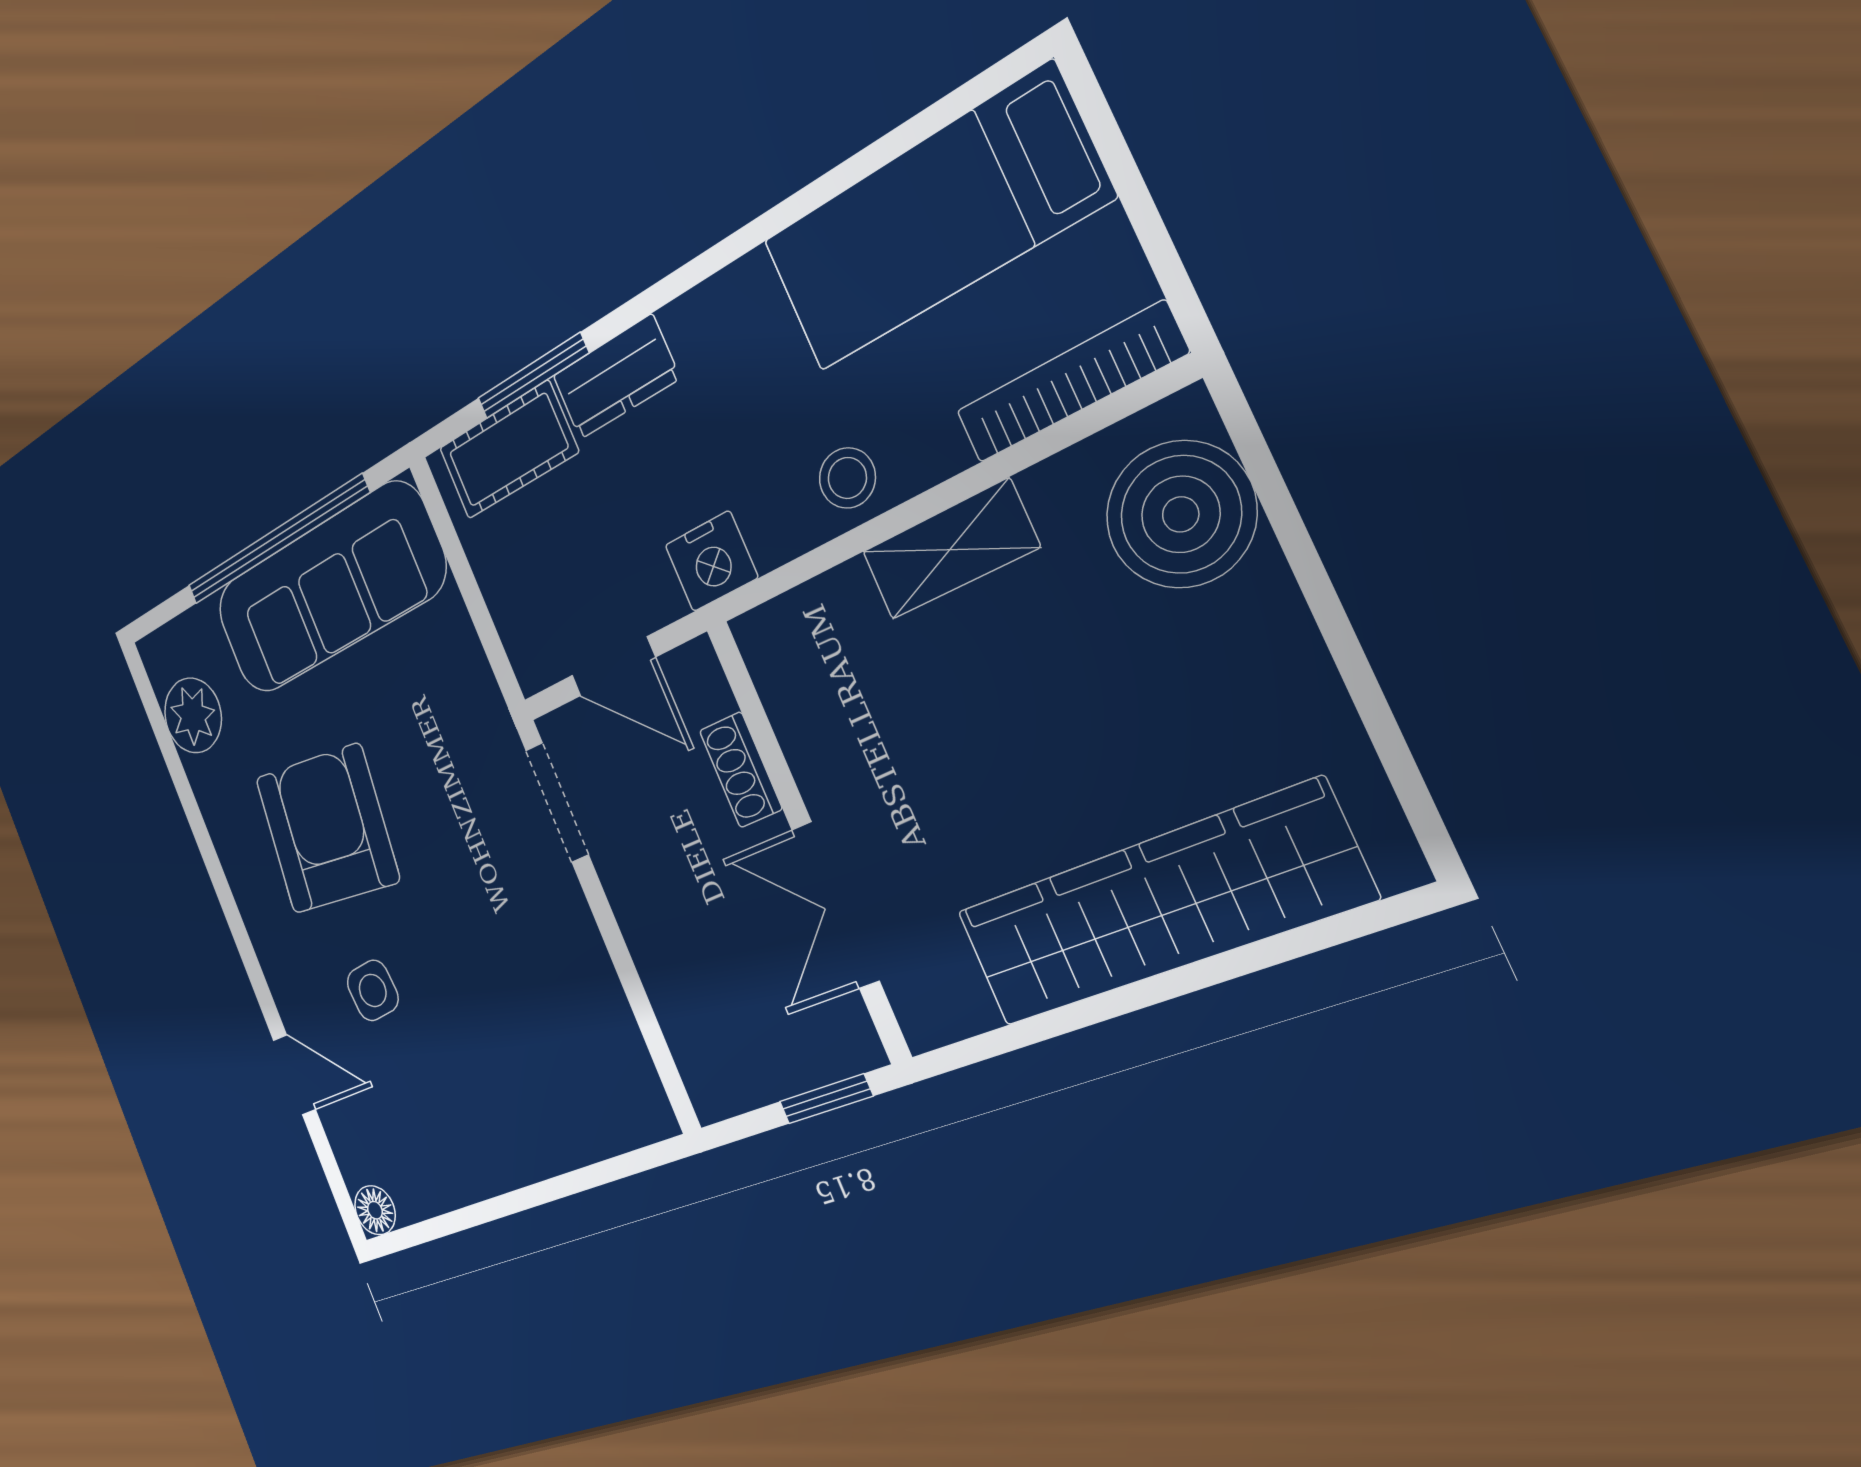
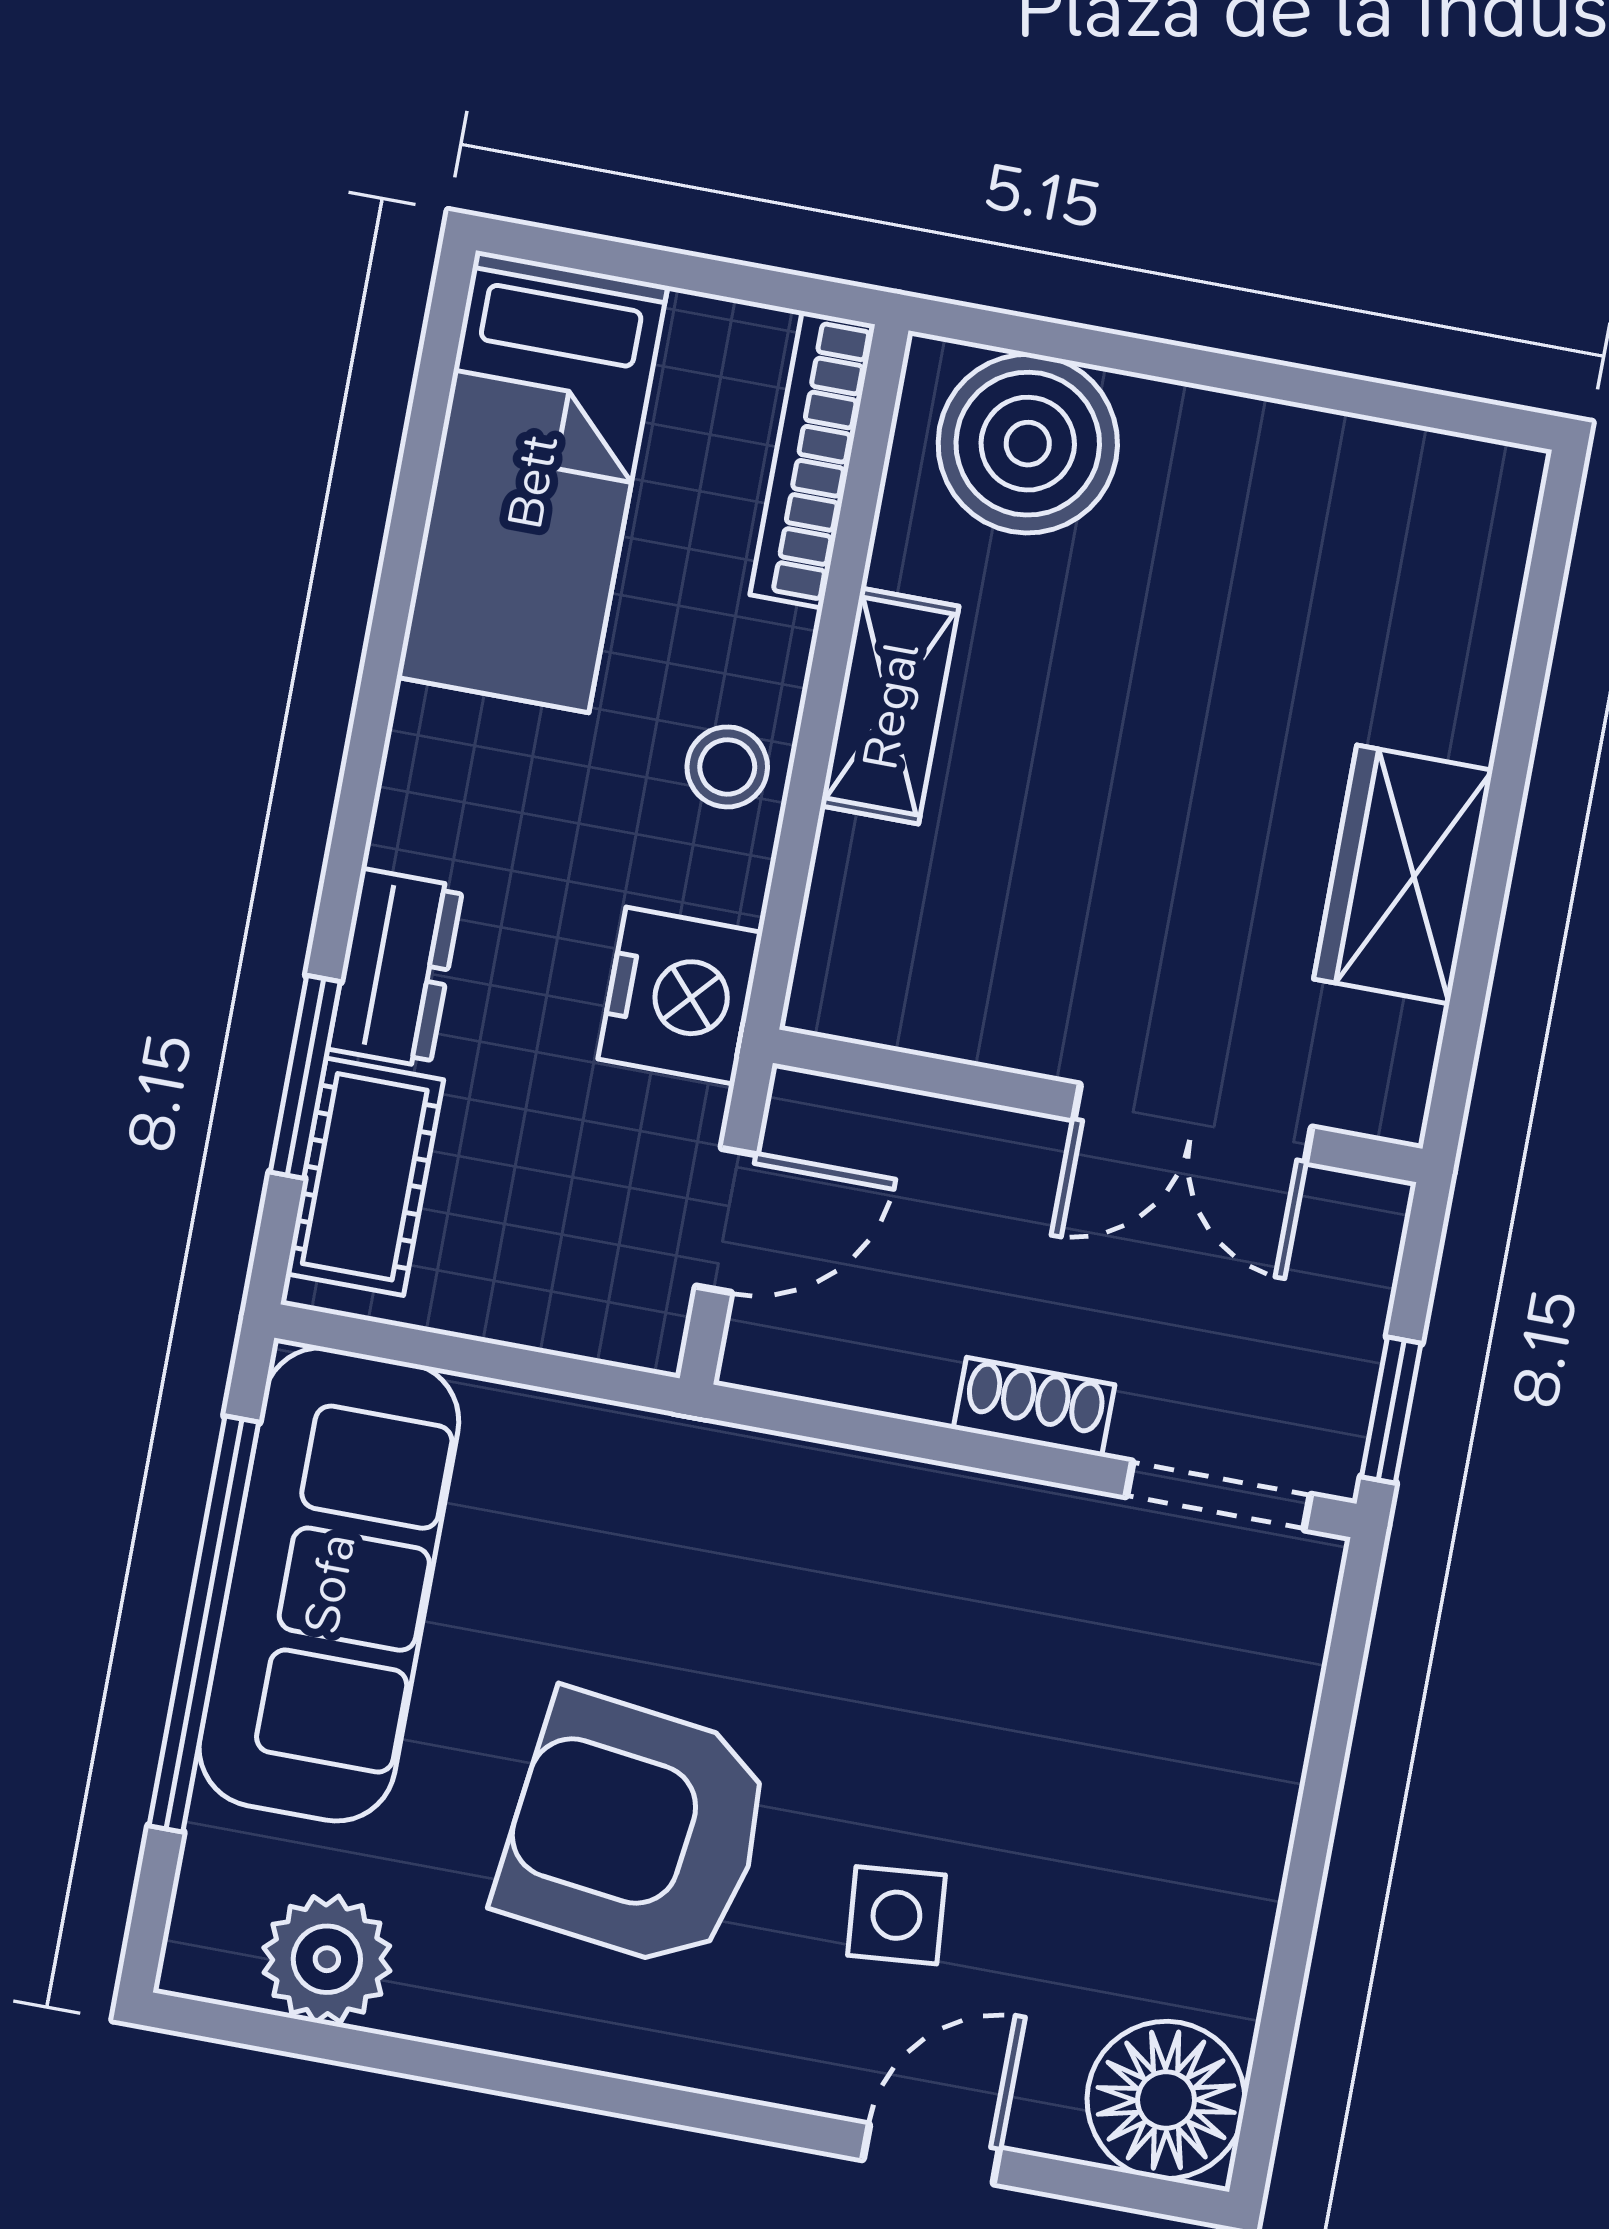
nightstand: (711, 561) -> (680, 996), width x1.36, depth x1.33
shoe rack: (741, 770) -> (1034, 1407), moved, turned 180
doorway: (557, 802) -> (1218, 1496), moved
wardrobe: (1158, 906) -> (1403, 875), width x0.48, depth x0.85
window: (826, 1099) -> (1391, 1410), moved
floor lamp: (375, 1210) -> (1166, 2100), width x1.89, depth x1.89

